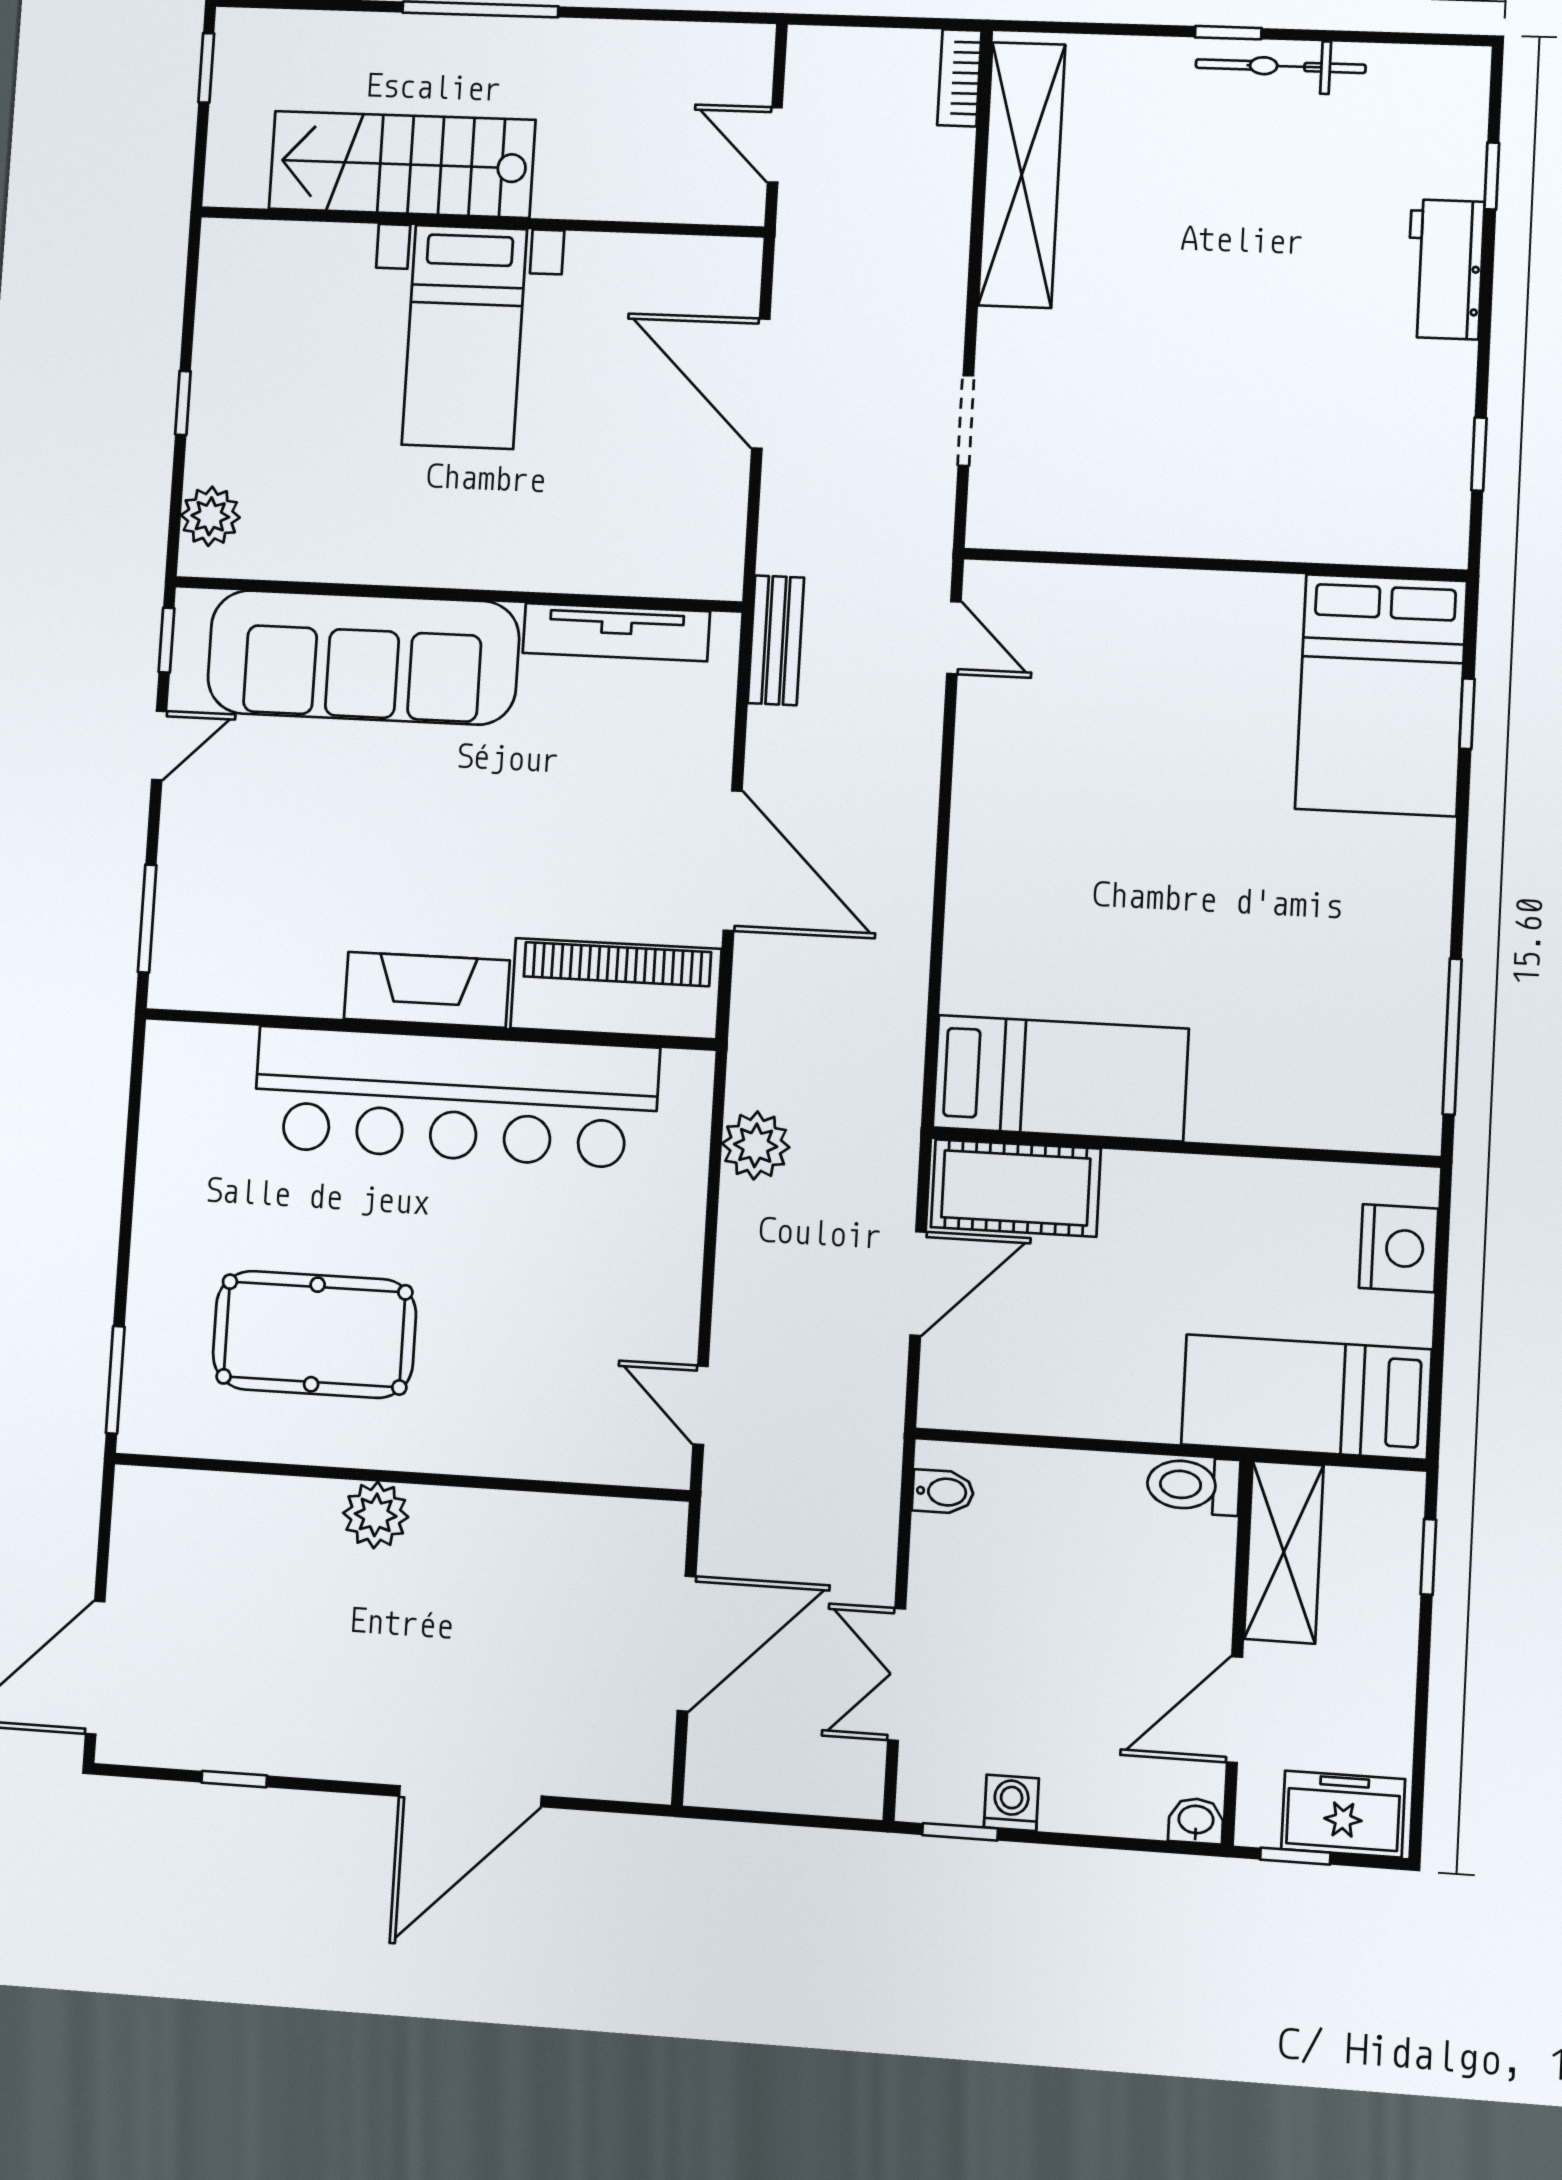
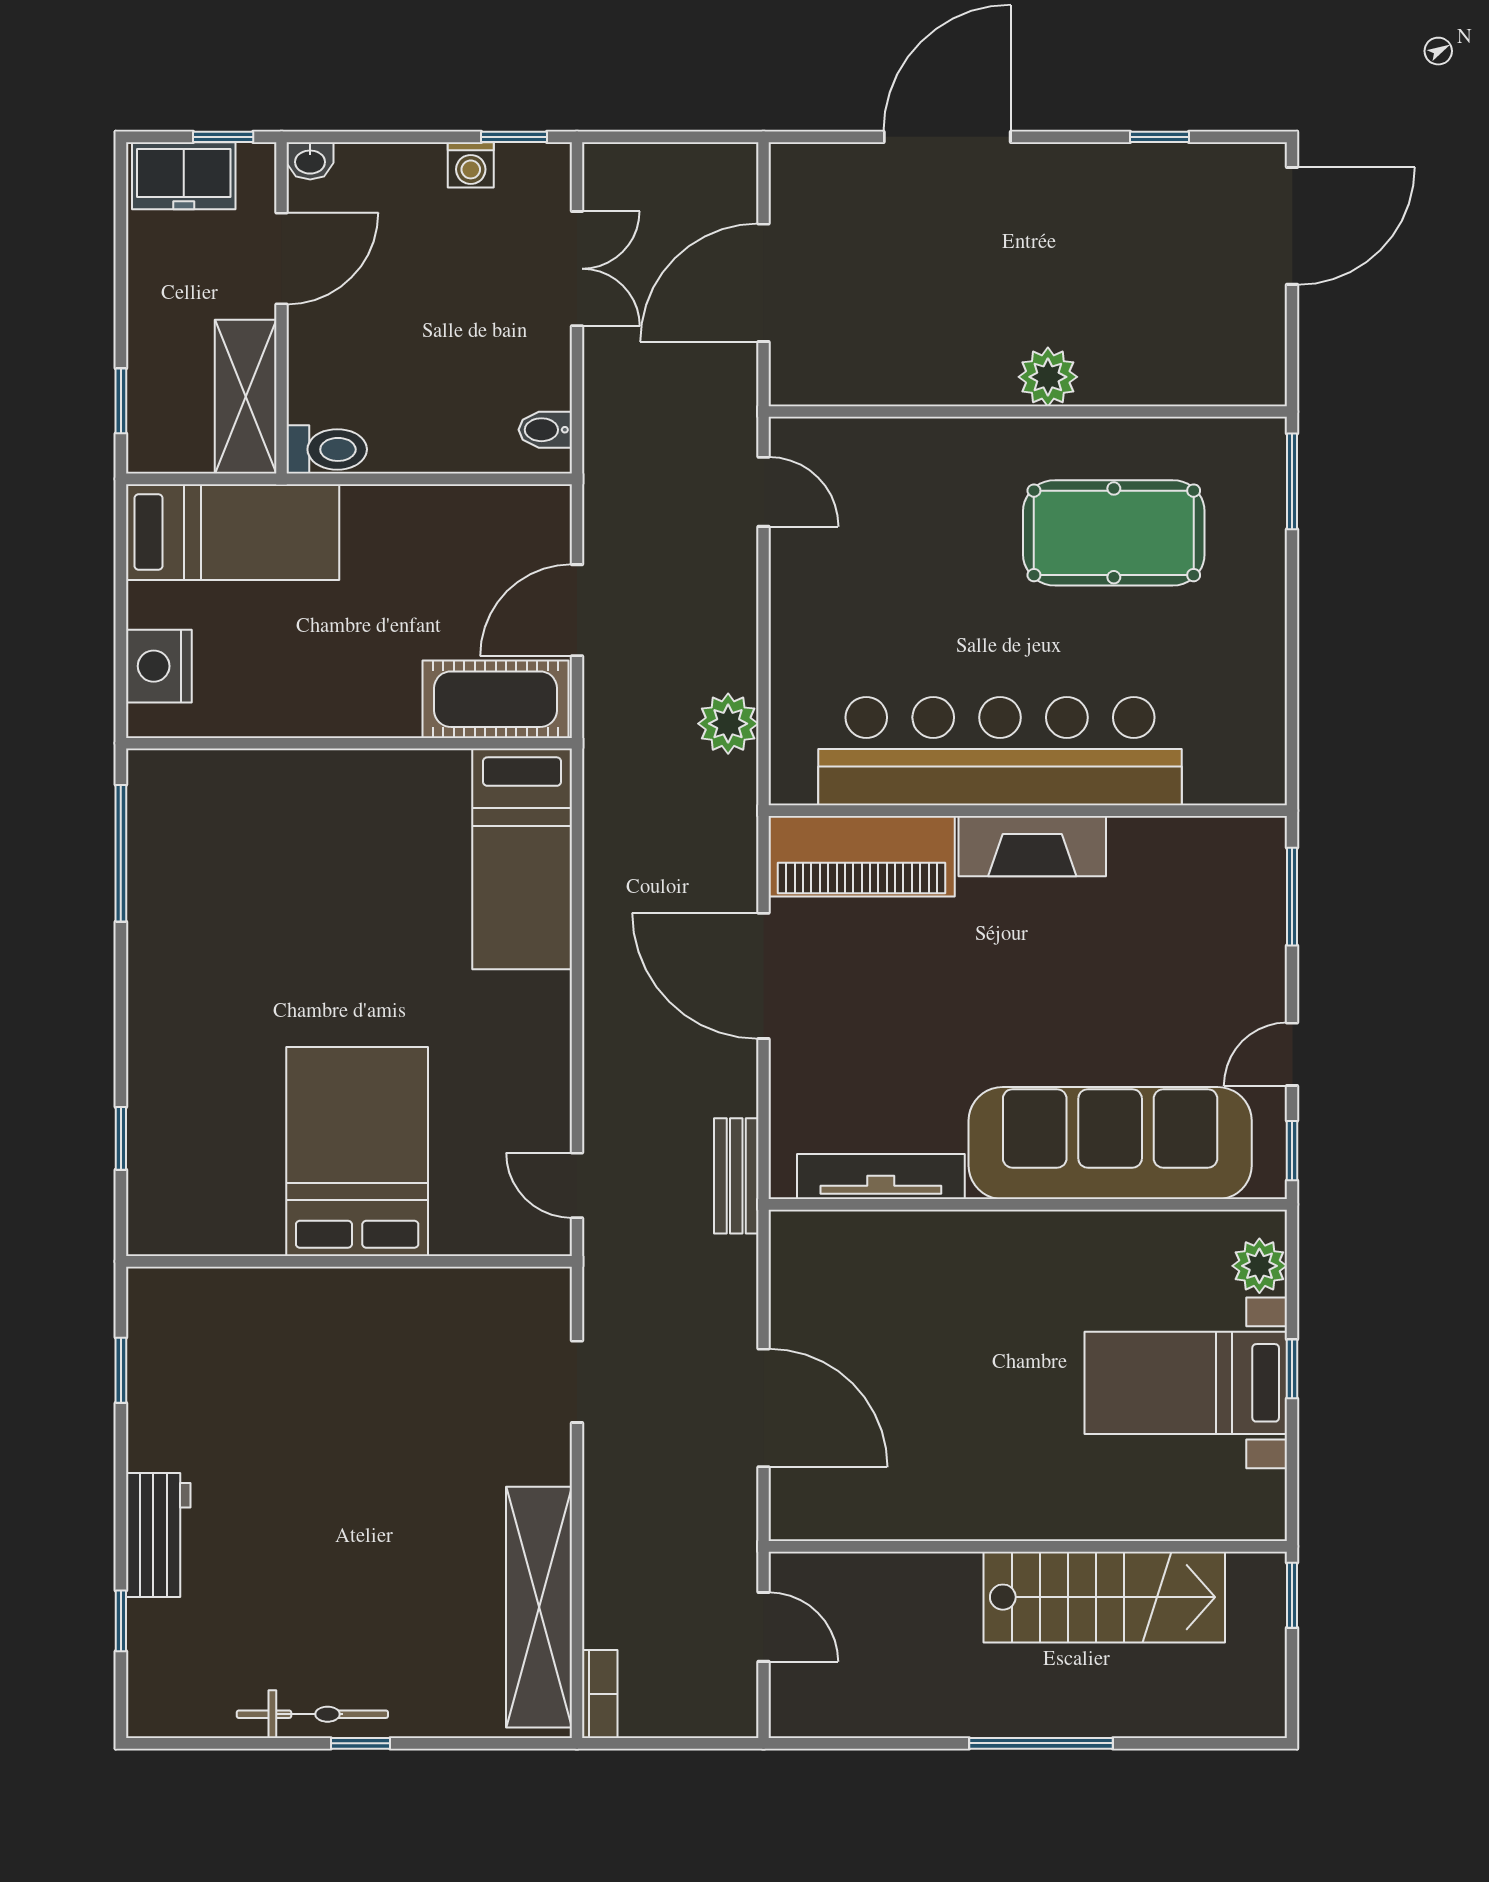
window: (206, 68) -> (1292, 1595), moved
bed with nightstands: (464, 337) -> (1186, 1383), moved, turned -90
bed: (1381, 695) -> (357, 1152), moved
bed: (1061, 1078) -> (522, 859), moved, turned -90

